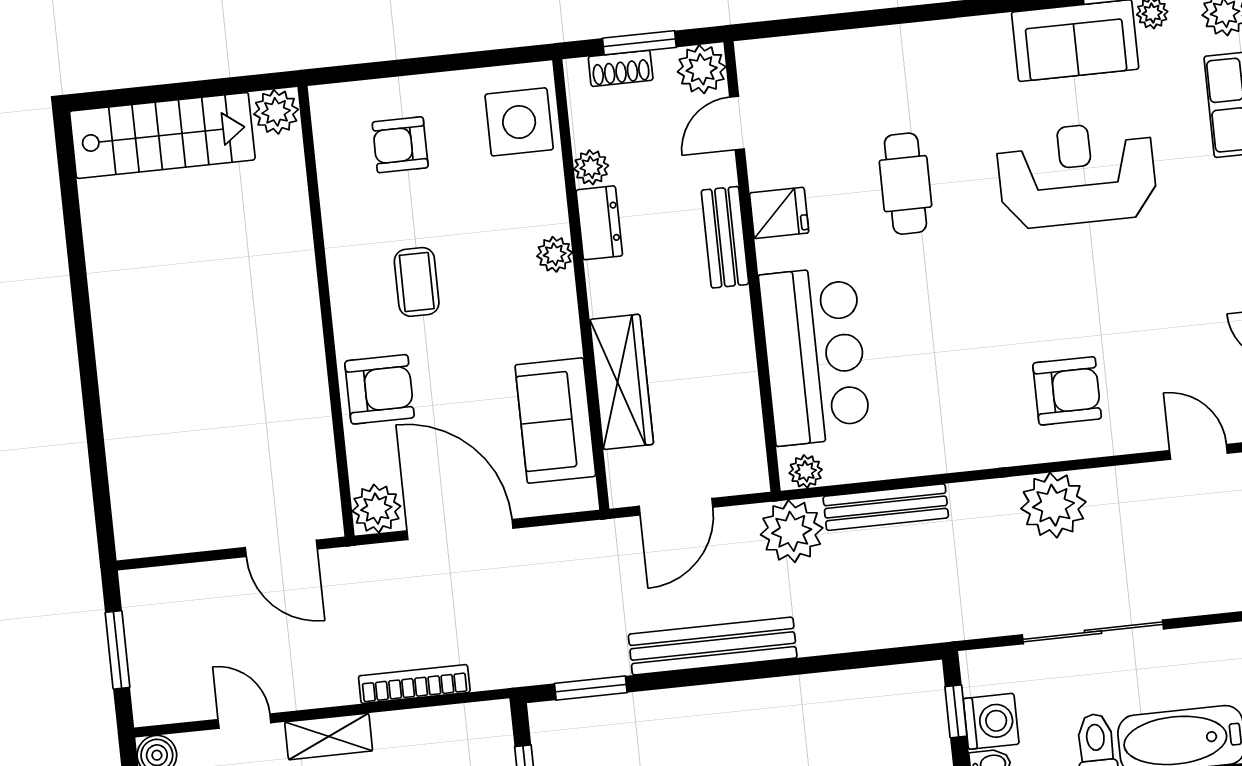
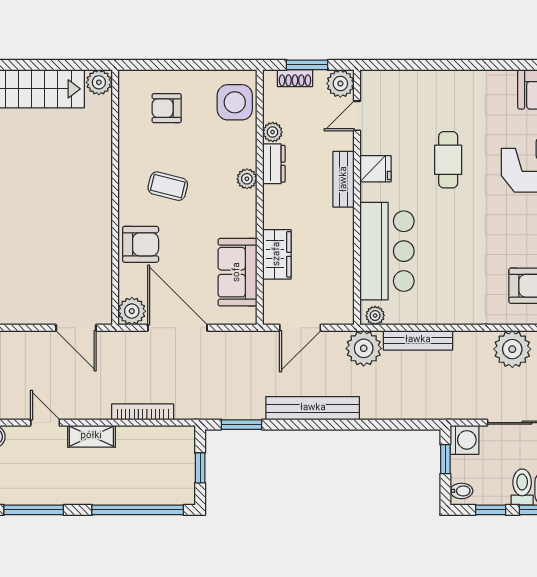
coffee table: (417, 282) -> (168, 186), turned -76
wardrobe: (622, 382) -> (277, 254), width x0.67
washing machine: (991, 721) -> (465, 440), moved

